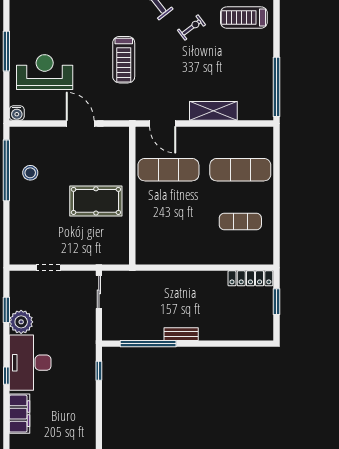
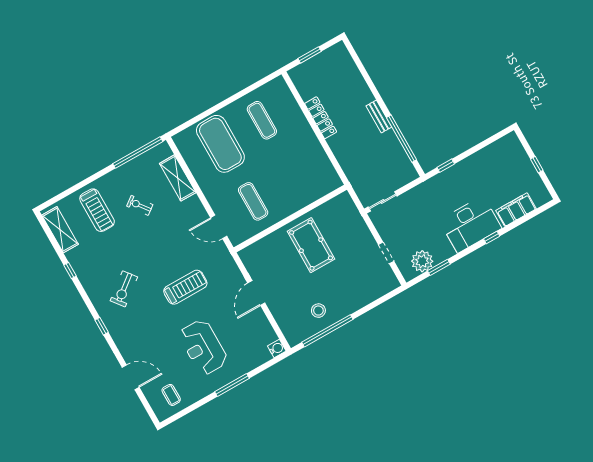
exercise bike: (191, 27) -> (140, 205), moved
reception desk: (45, 72) -> (203, 347), moved
shelving: (213, 111) -> (178, 178), moved
door: (163, 124) -> (219, 227), swing flipped
exercise mat: (168, 170) -> (253, 201), width x0.73, depth x0.69
exercise mat: (240, 170) -> (220, 144), width x1.47
locker: (250, 278) -> (321, 118), moved
plant: (21, 322) -> (422, 261), moved

